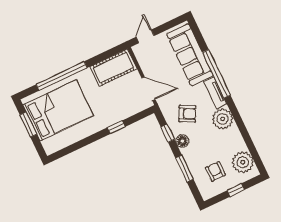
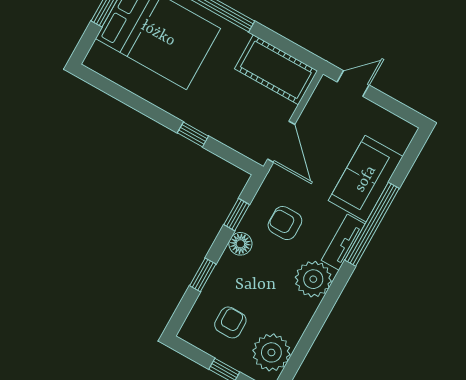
sofa: (190, 55) -> (366, 179), width x0.73
armchair: (187, 114) -> (285, 223), turned 153
window: (184, 169) -> (203, 275), width x0.67

